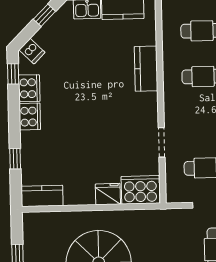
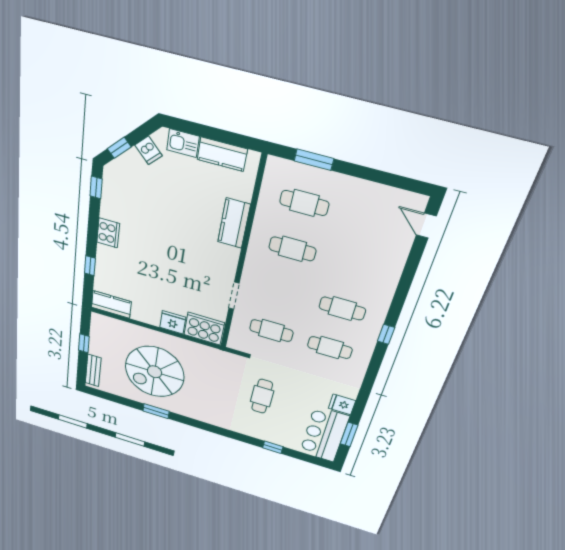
window: (44, 15) -> (119, 148), moved
dishwasher: (32, 51) -> (148, 150), moved
cooker: (29, 88) -> (111, 206), removed

